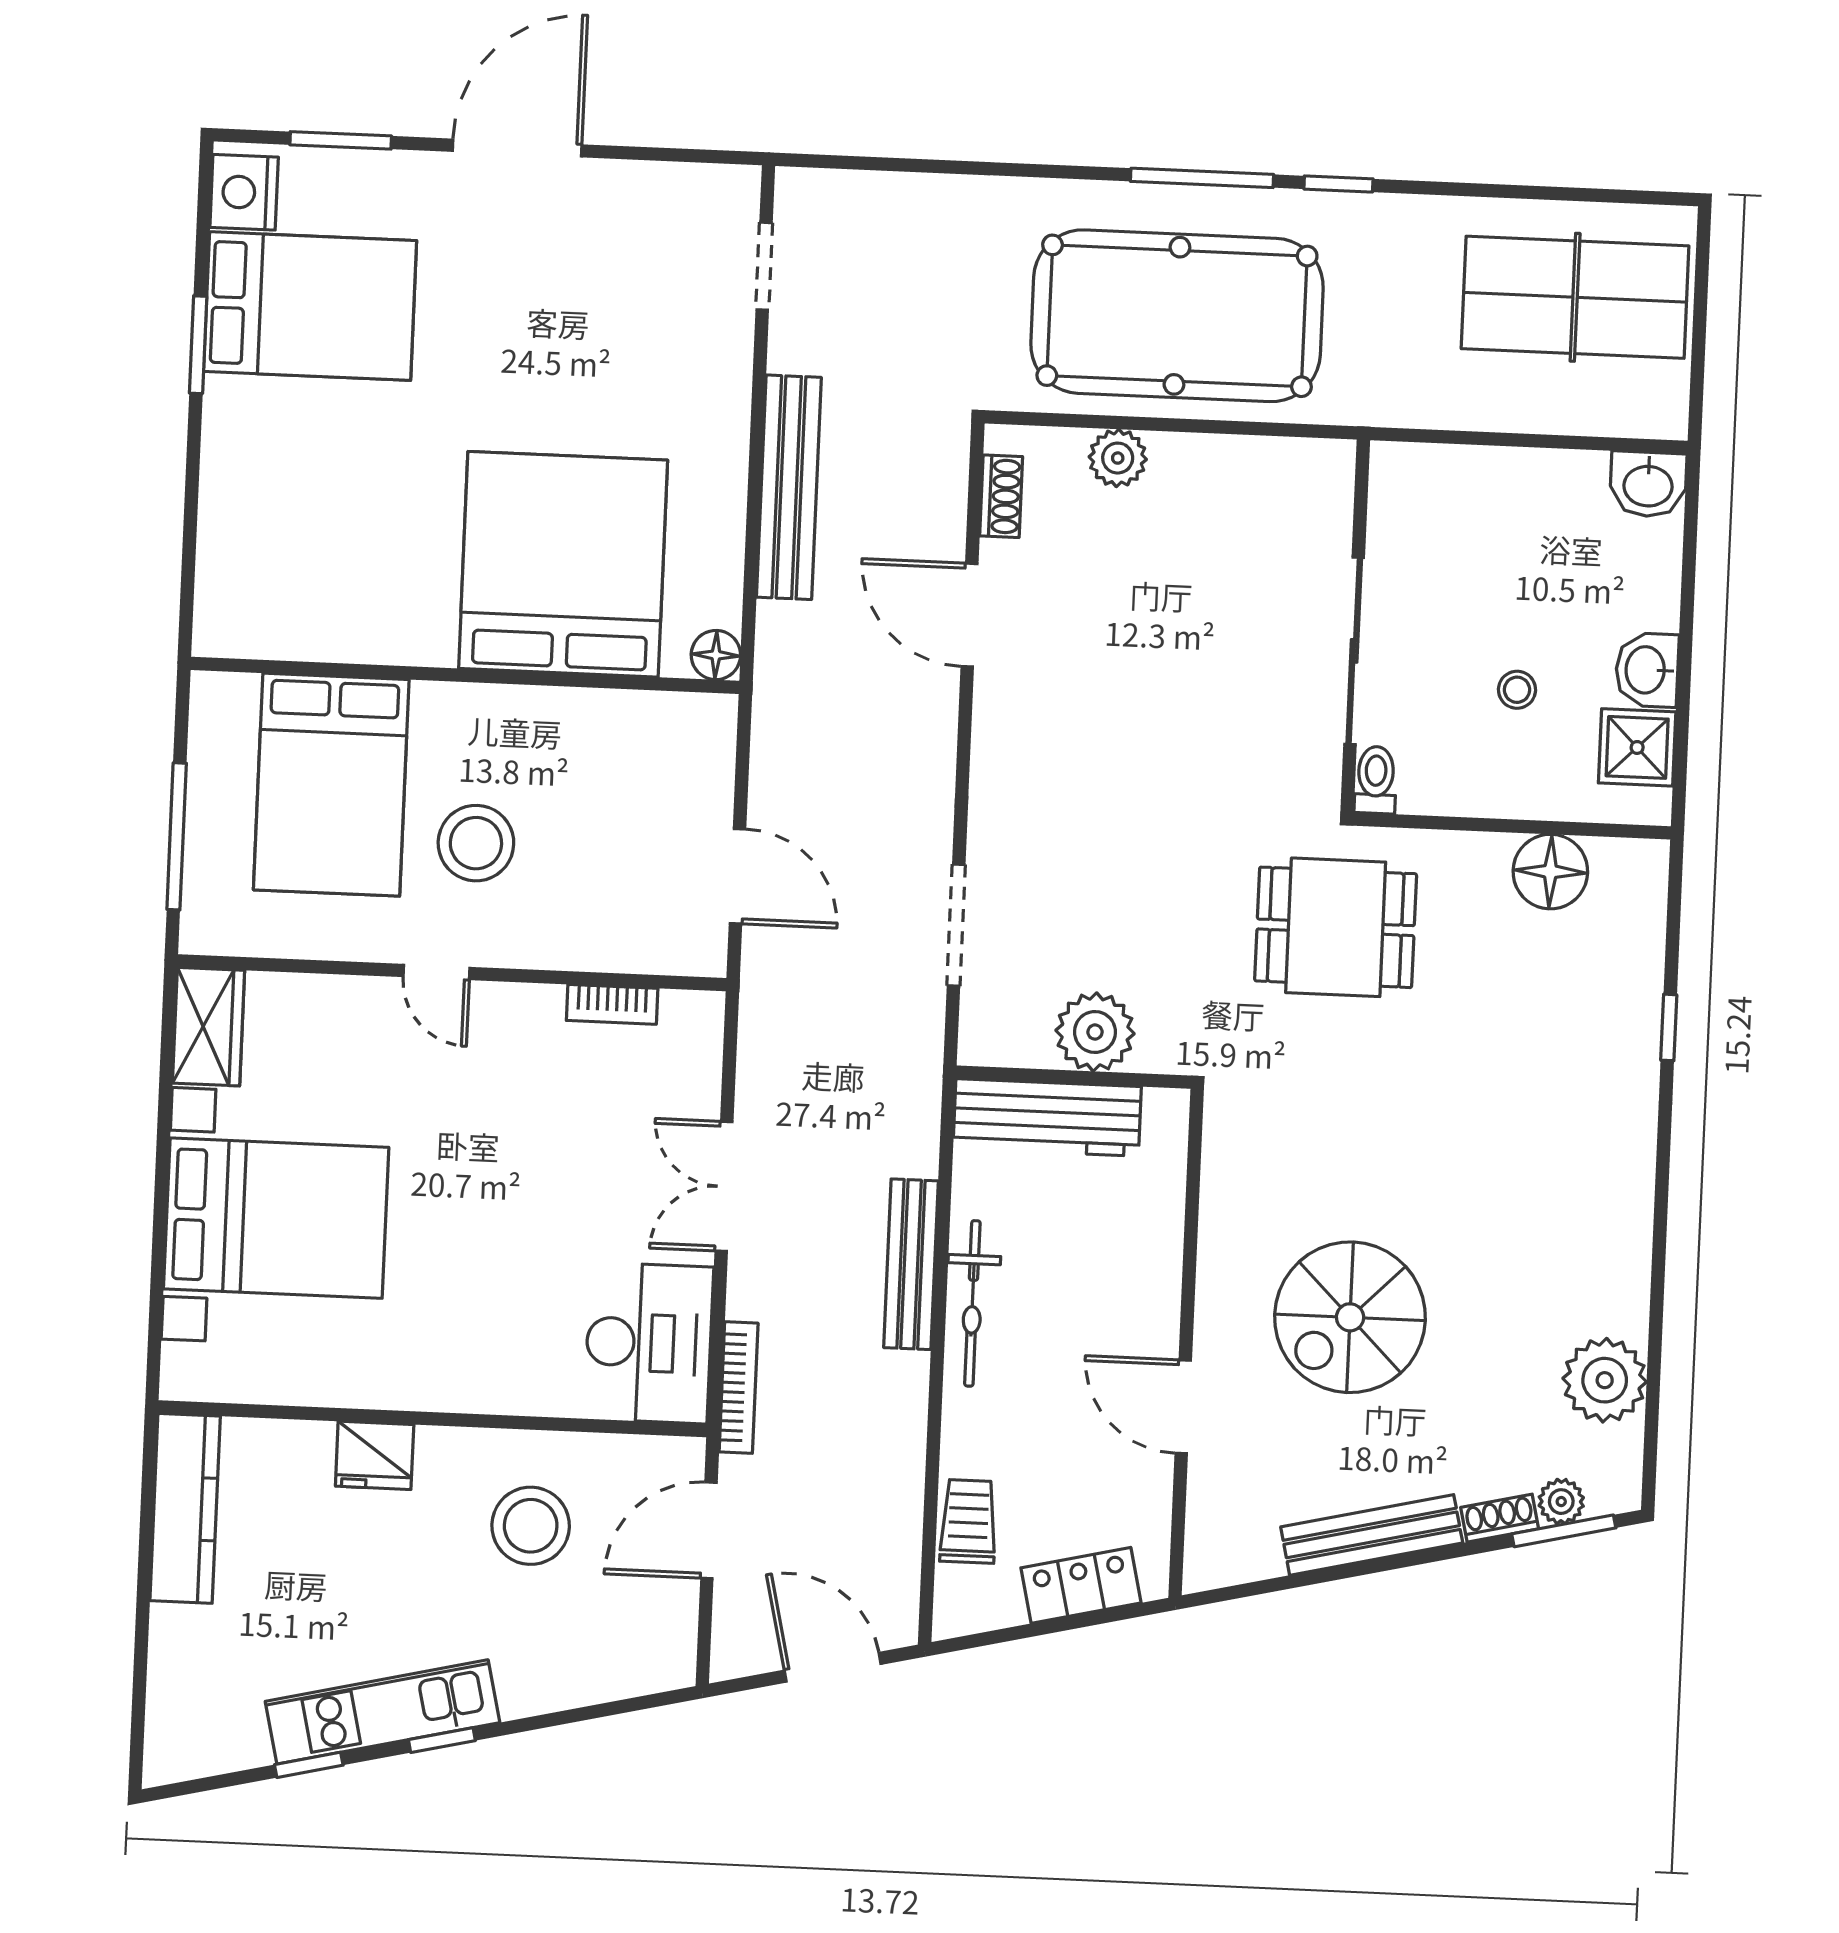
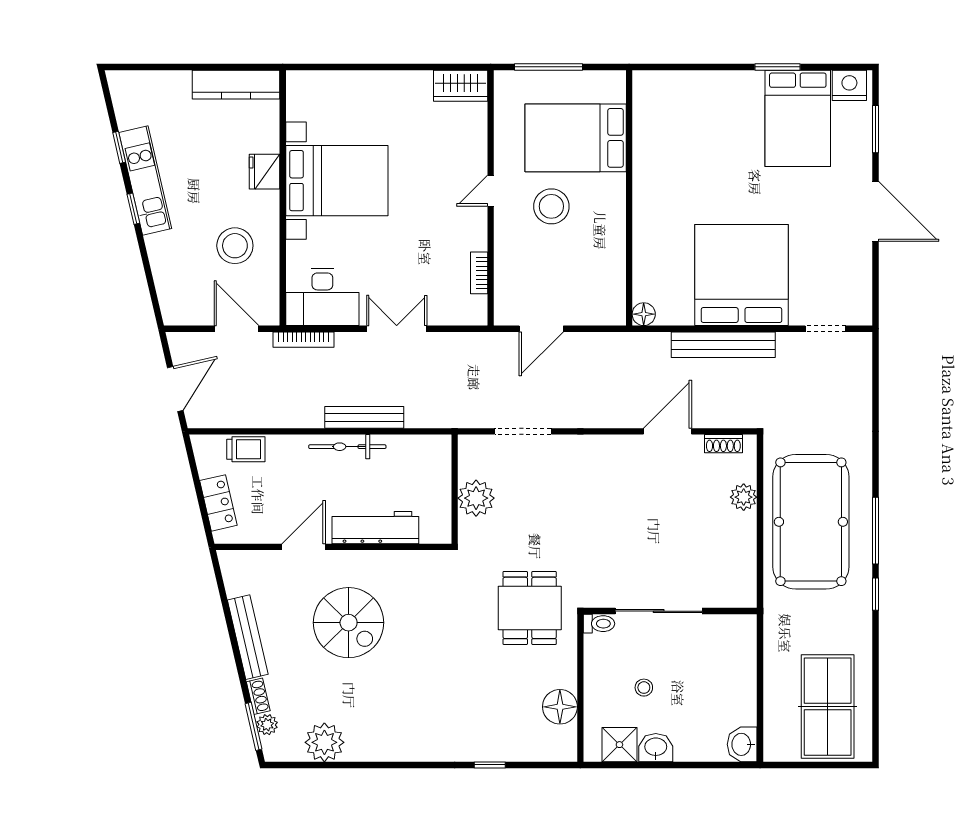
bed: (563, 564) -> (742, 275), moved, turned -90
workbench: (1047, 1117) -> (375, 528), moved, turned 90
bed with nightstands: (276, 1218) -> (337, 181), moved, turned -90
spiral stairs: (1350, 1317) -> (349, 623), turned 180

